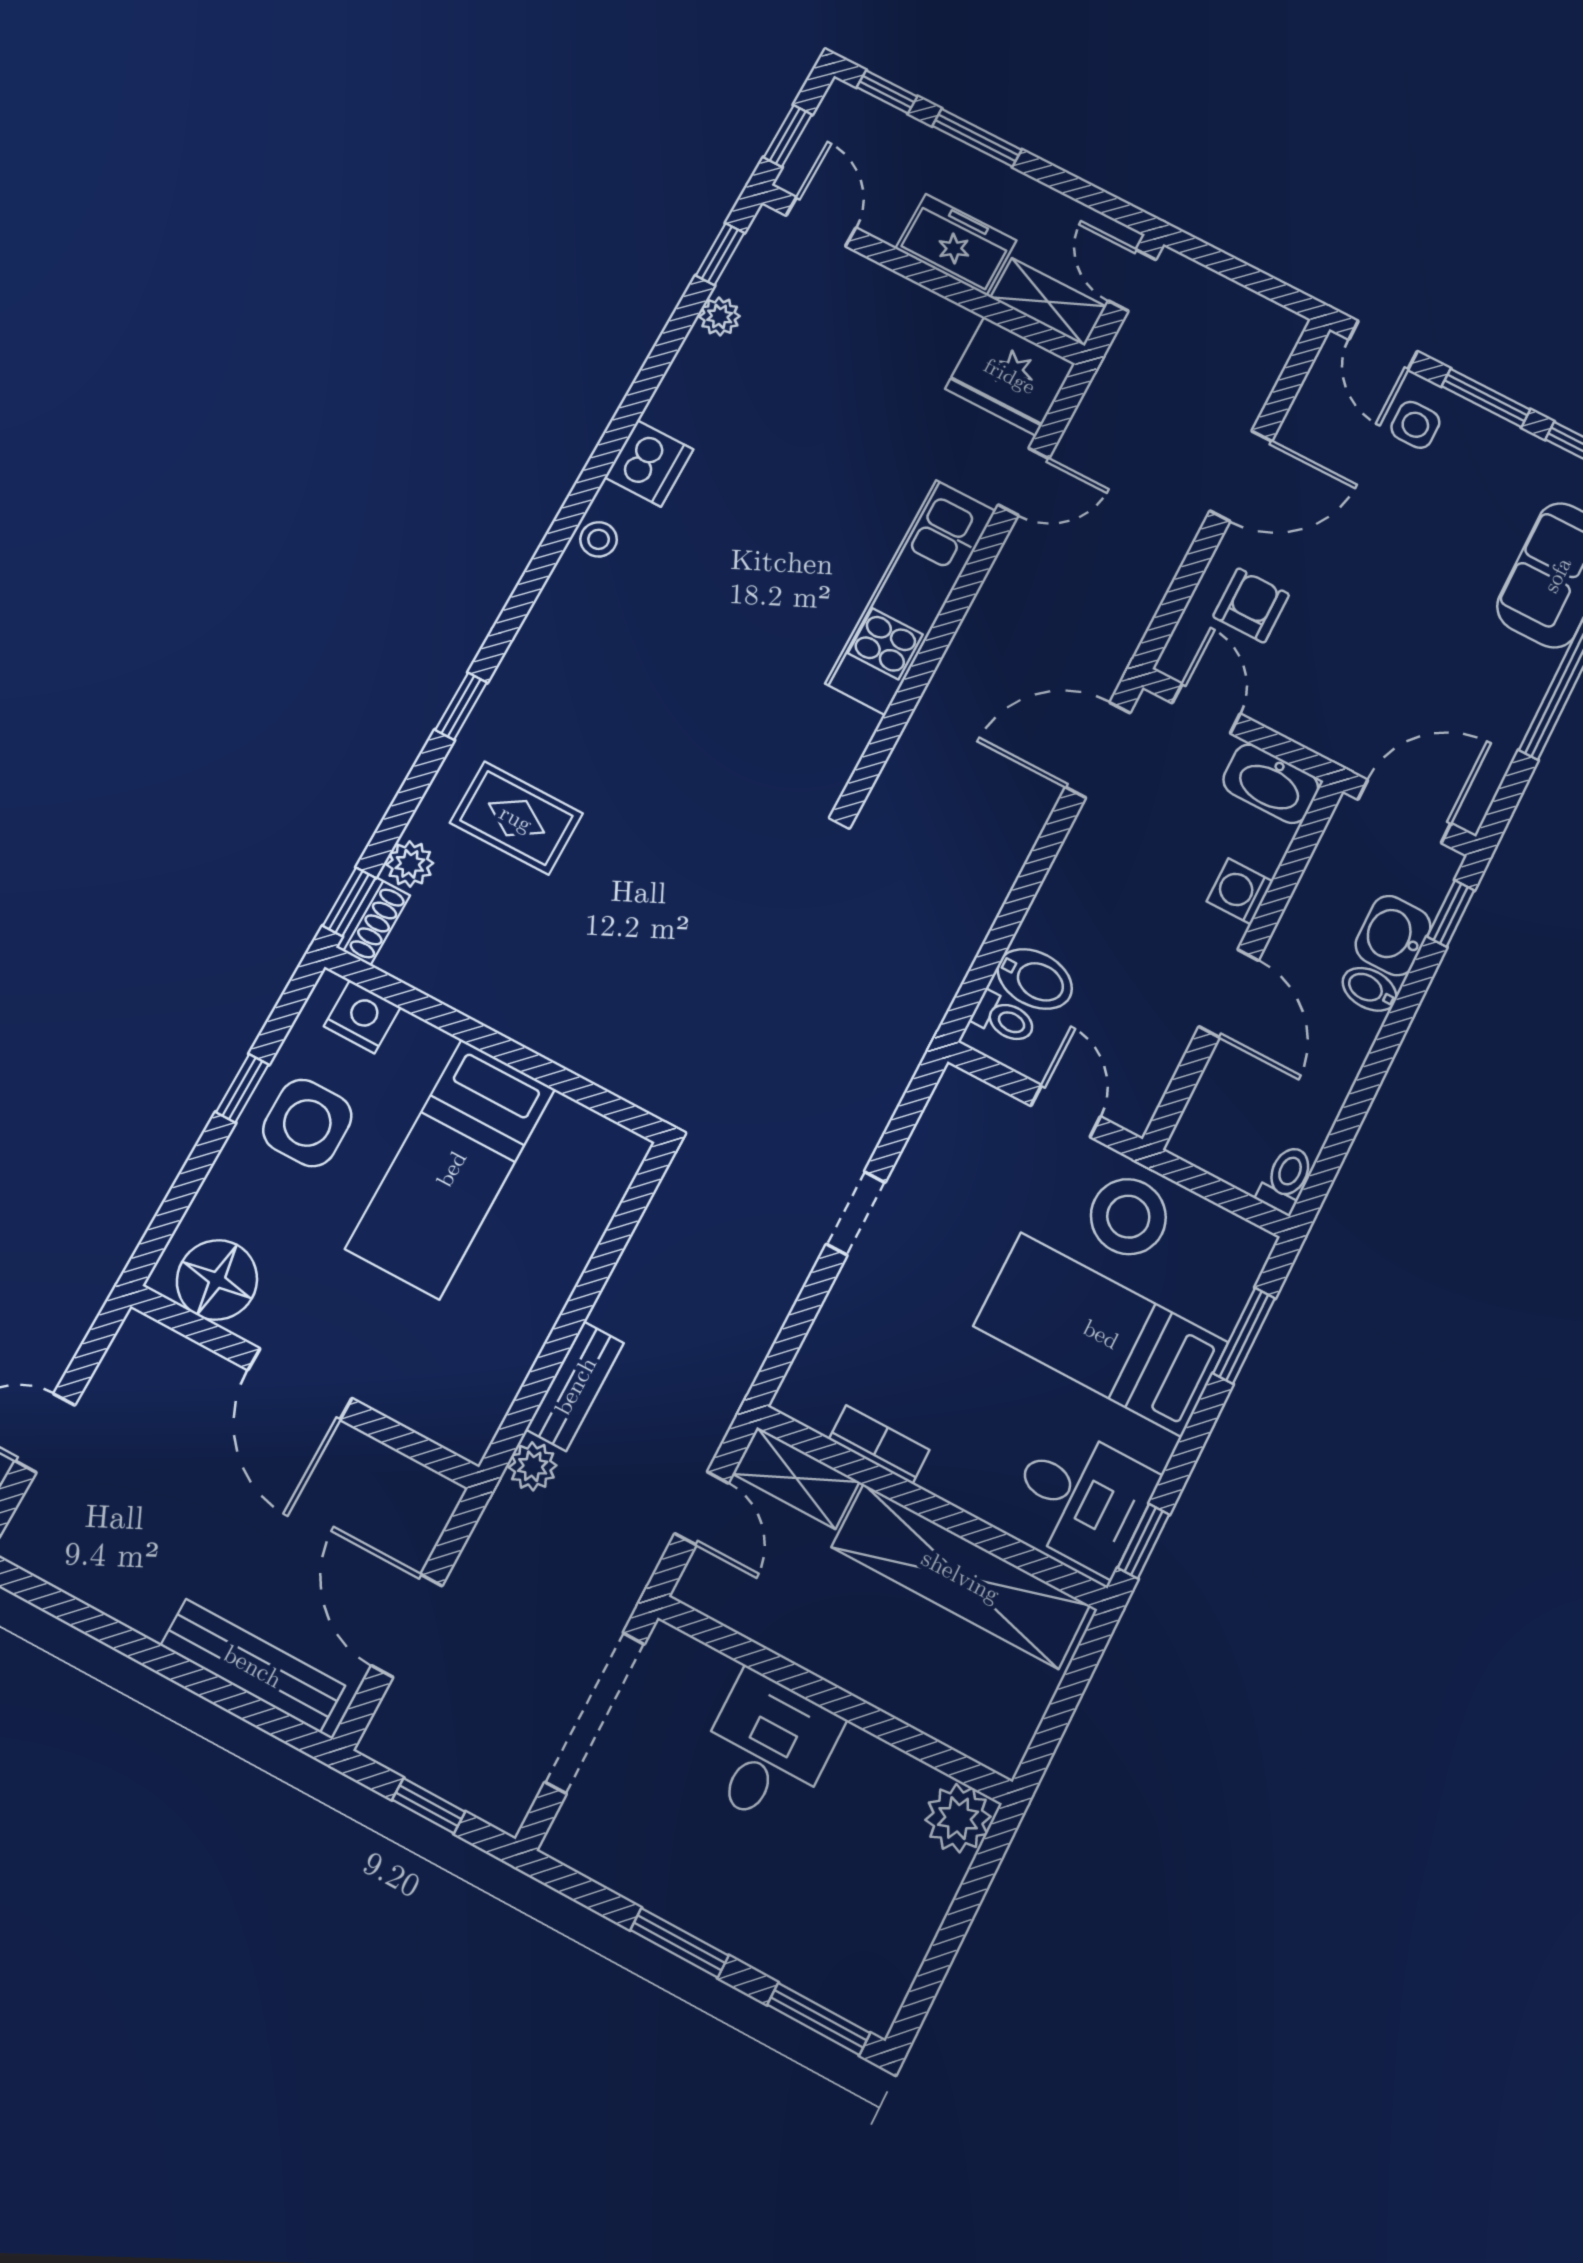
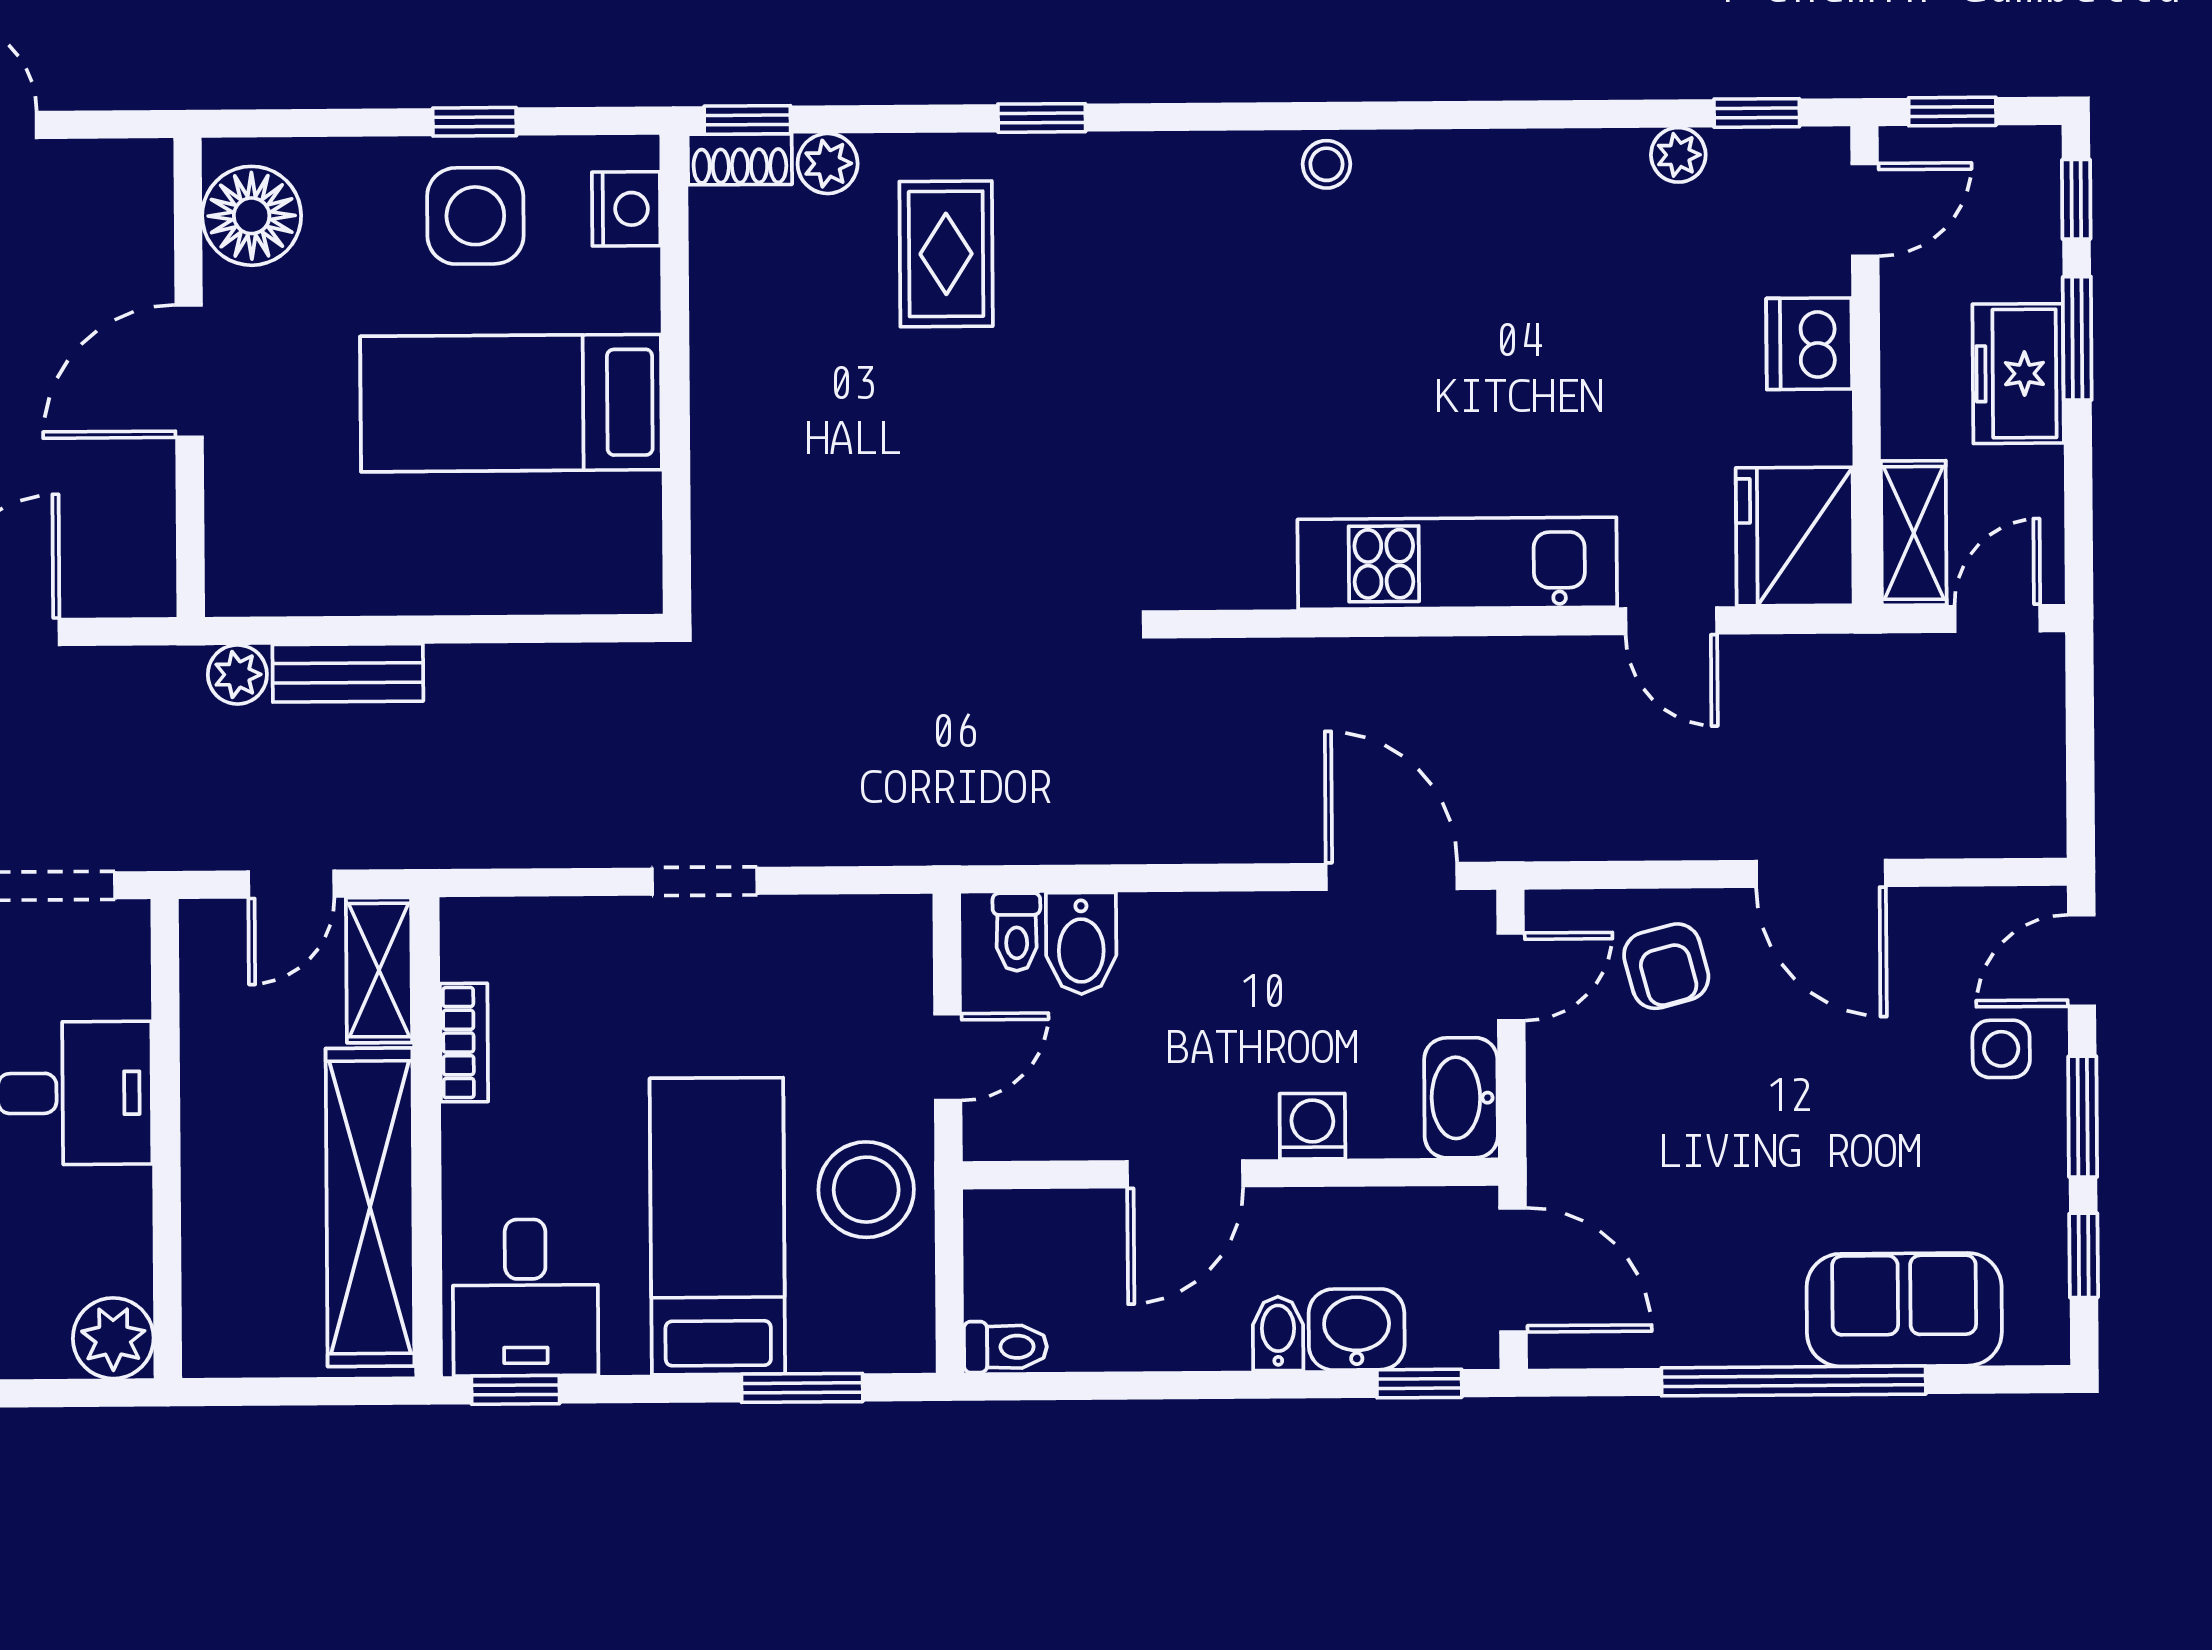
freezer: (956, 245) -> (2018, 374), moved, turned 180
dishwasher: (649, 463) -> (1809, 344), moved, turned 90
armchair: (1251, 605) -> (1666, 966), turned 75

